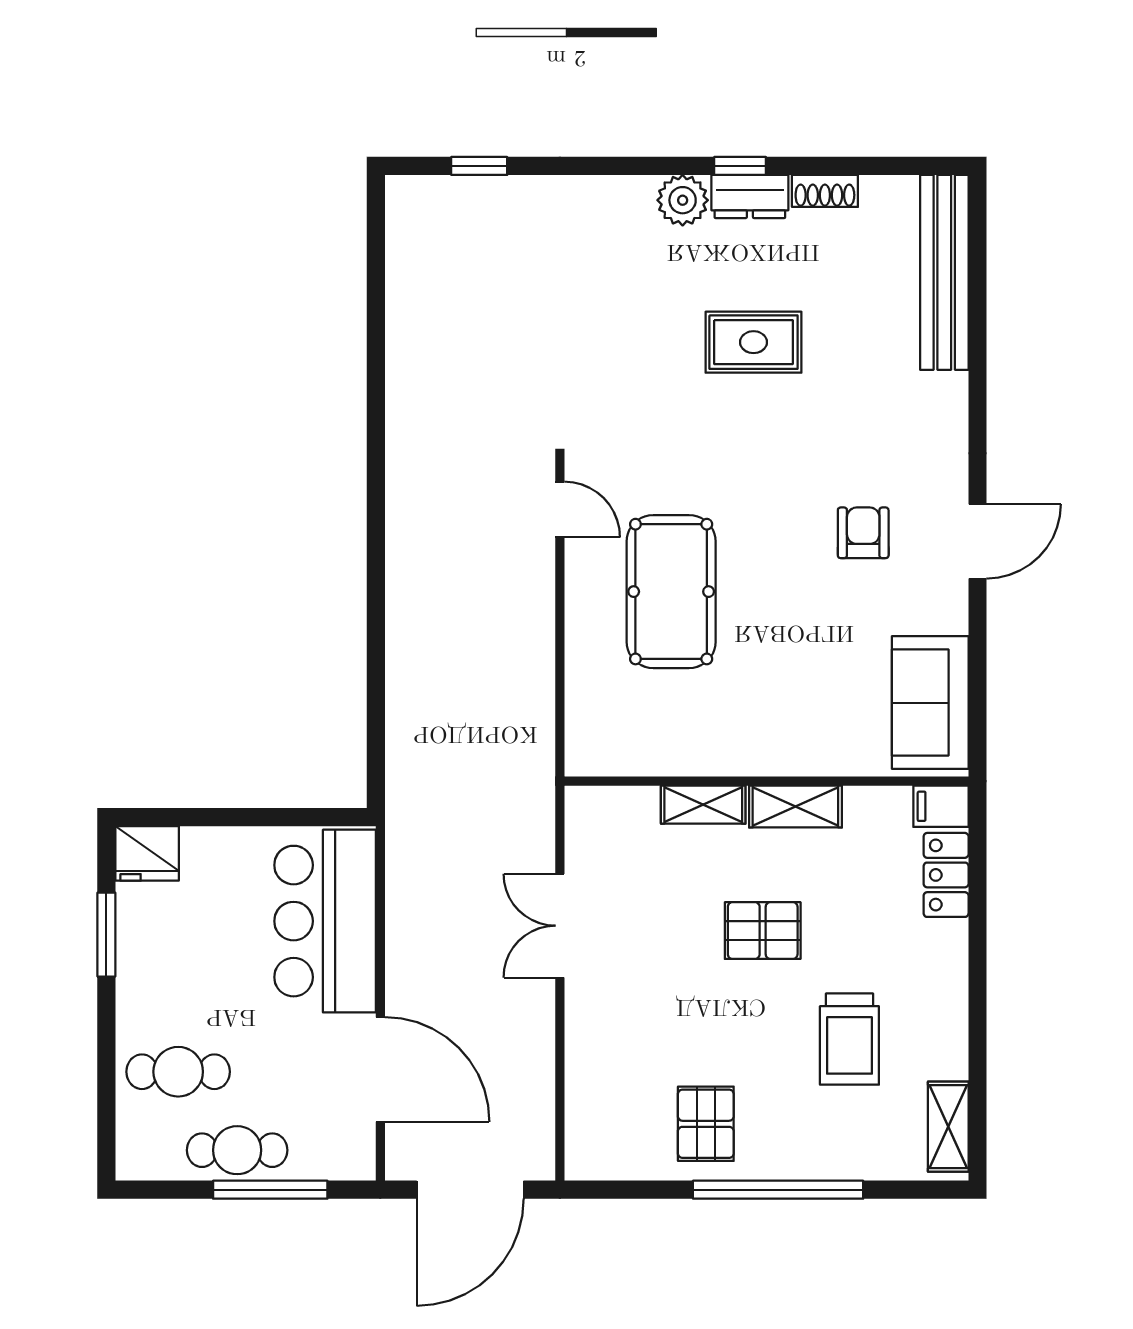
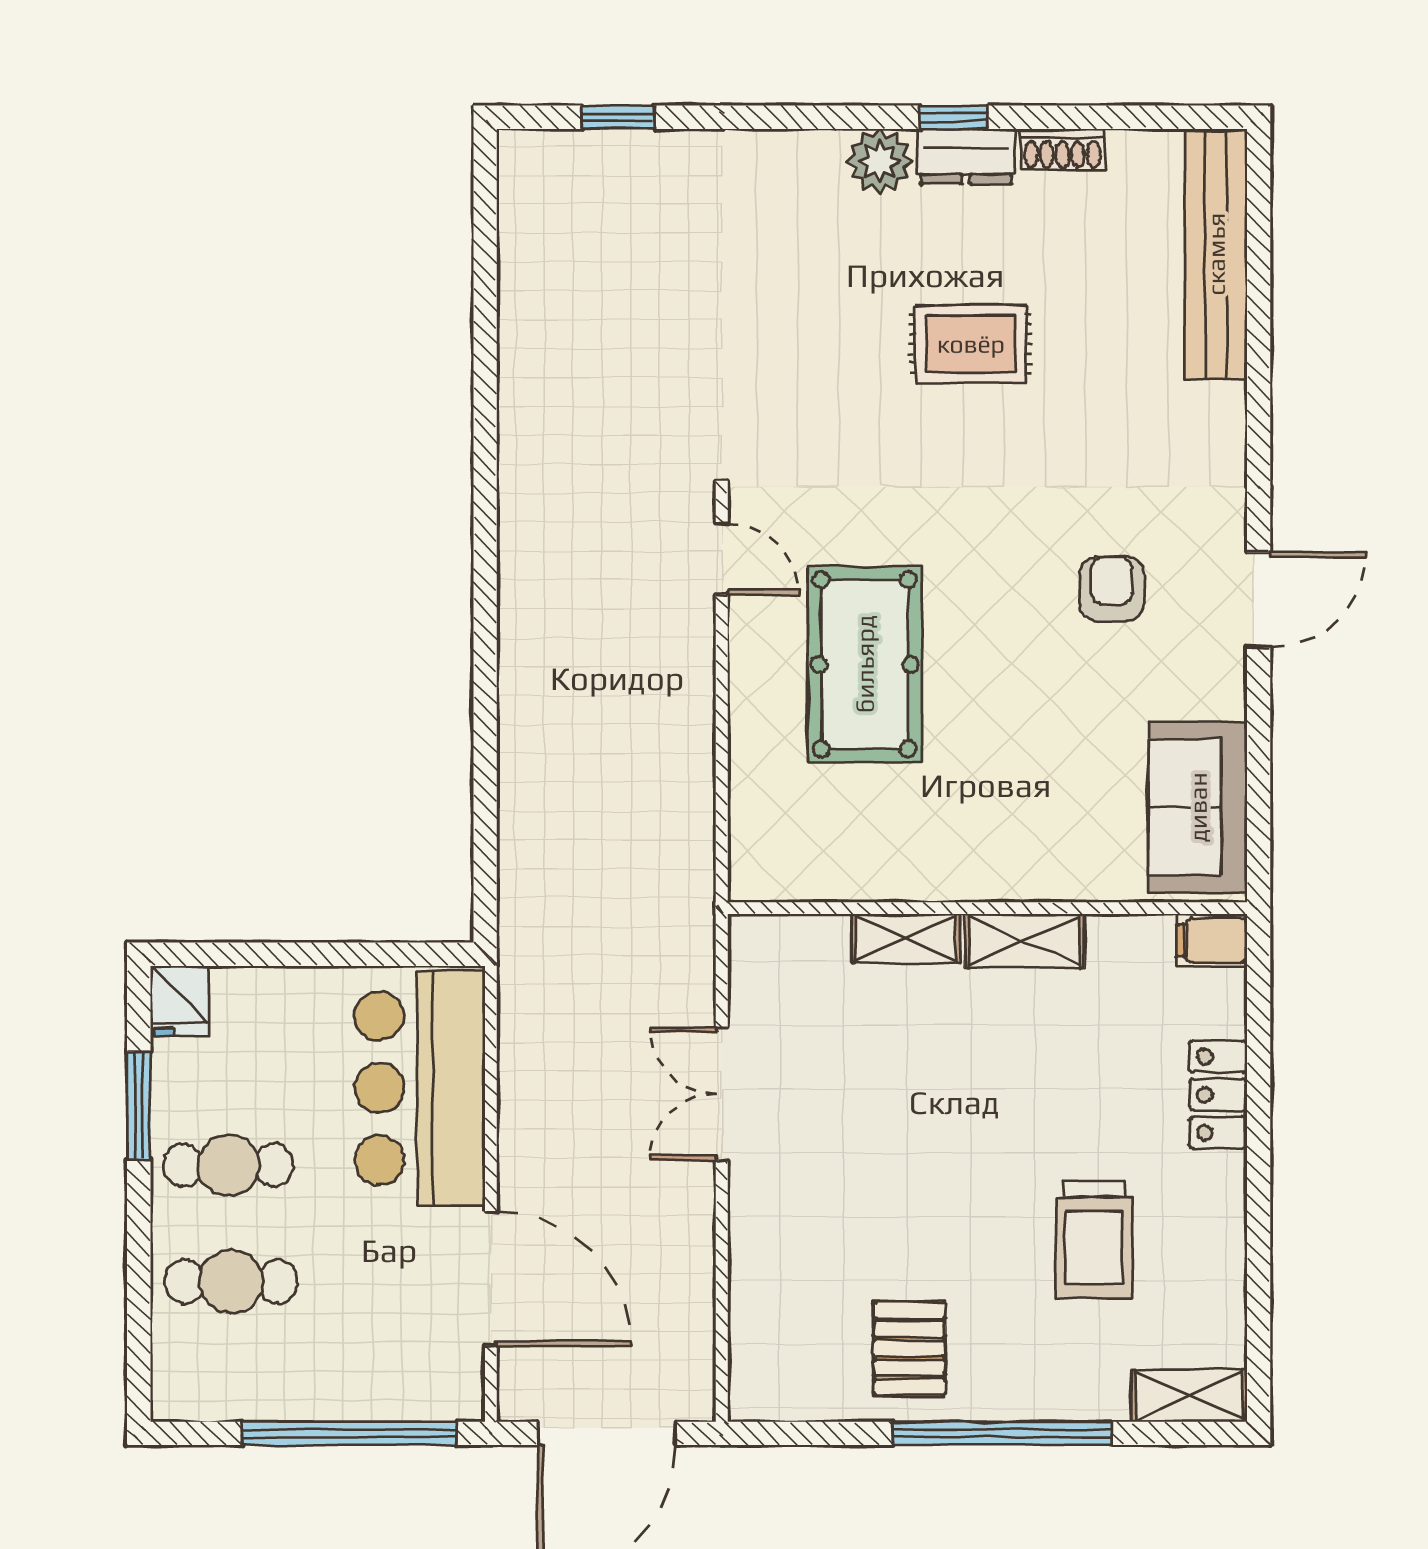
fridge: (147, 853) -> (180, 1001), width x0.72
locker: (946, 875) -> (1218, 1095), moved
pallet: (763, 931) -> (982, 1100), removed
shelving: (948, 1127) -> (1189, 1396), moved, turned 90
cafe table: (237, 1150) -> (228, 1165), moved
window: (270, 1190) -> (349, 1433), width x1.46

